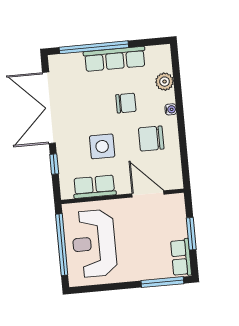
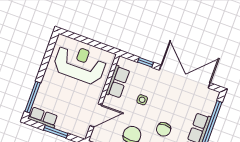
side table: (102, 146) -> (142, 100), width x0.54, depth x0.54
window: (62, 245) -> (89, 42), removed

